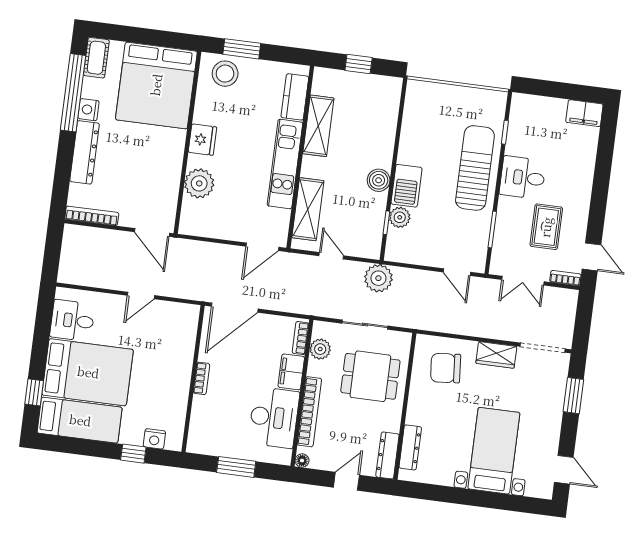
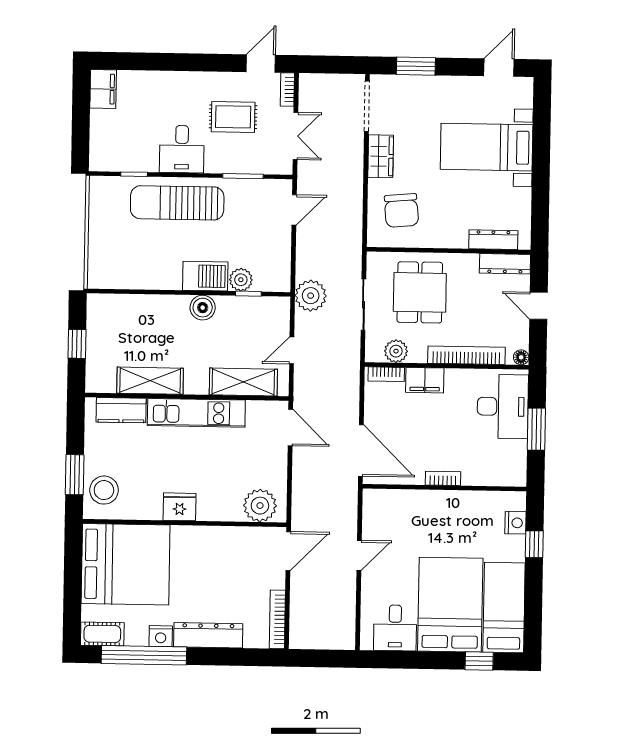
plant: (199, 183) -> (260, 506), moved
door: (141, 295) -> (359, 555), hinge flipped
desk: (274, 418) -> (503, 407), moved, turned 90

